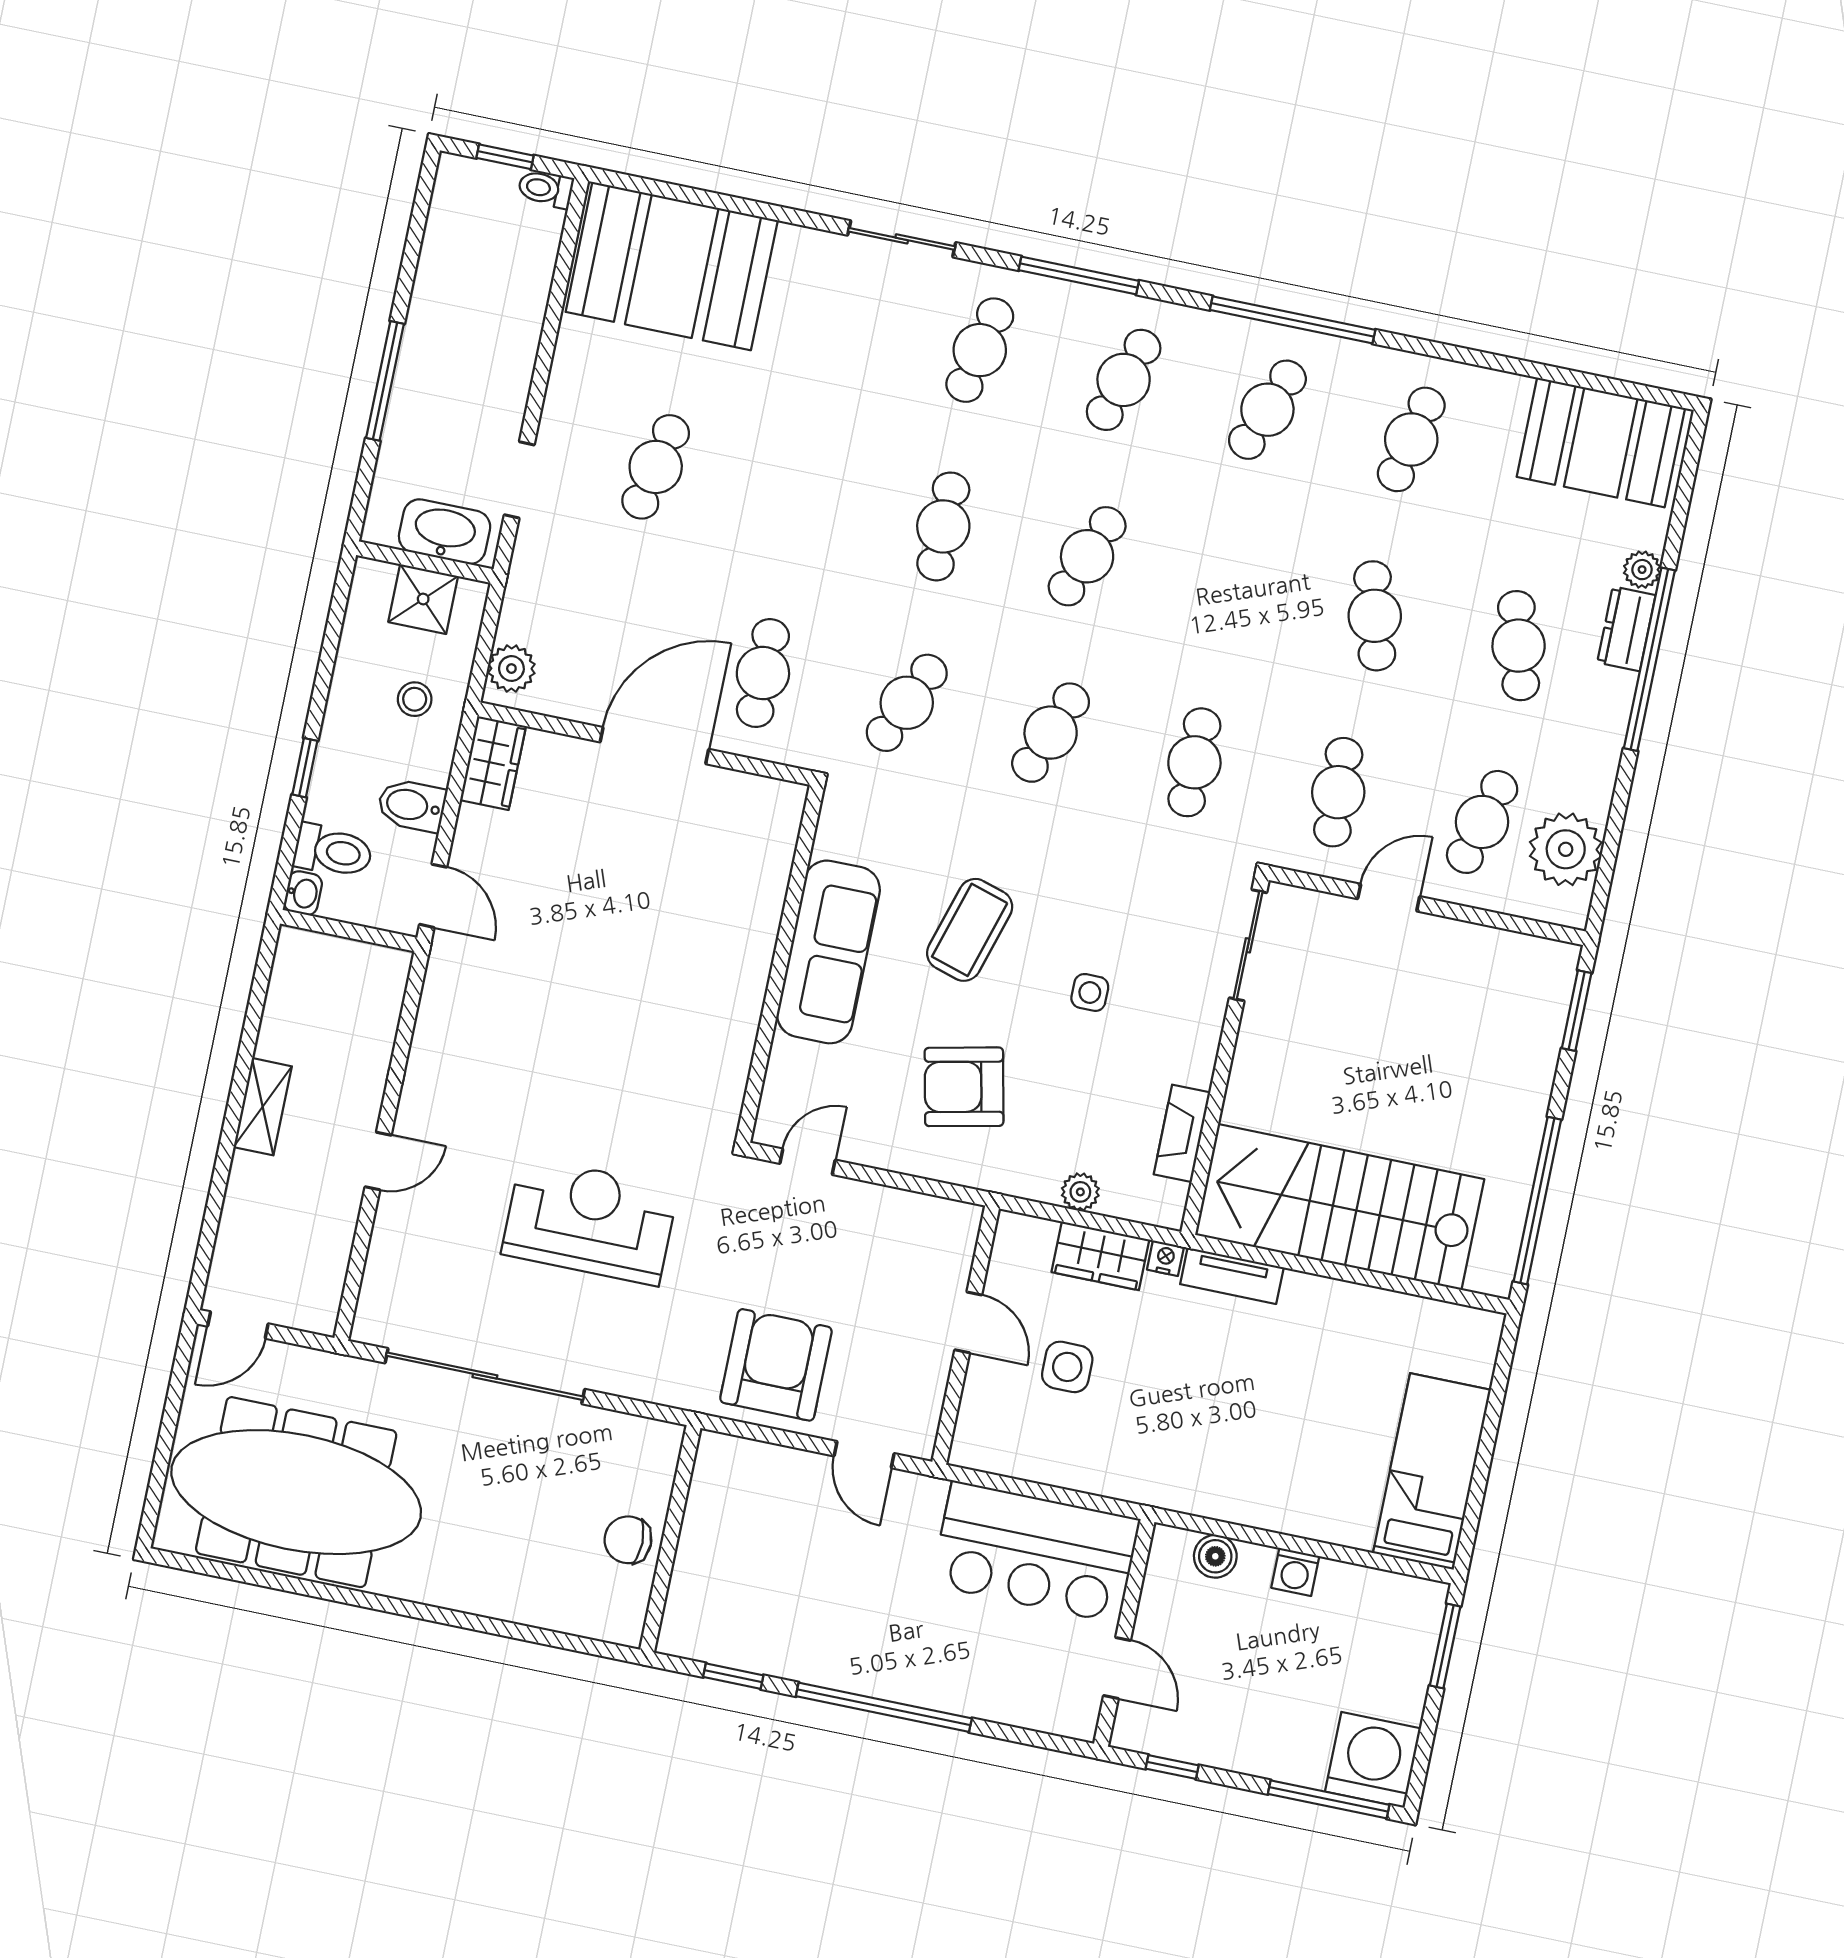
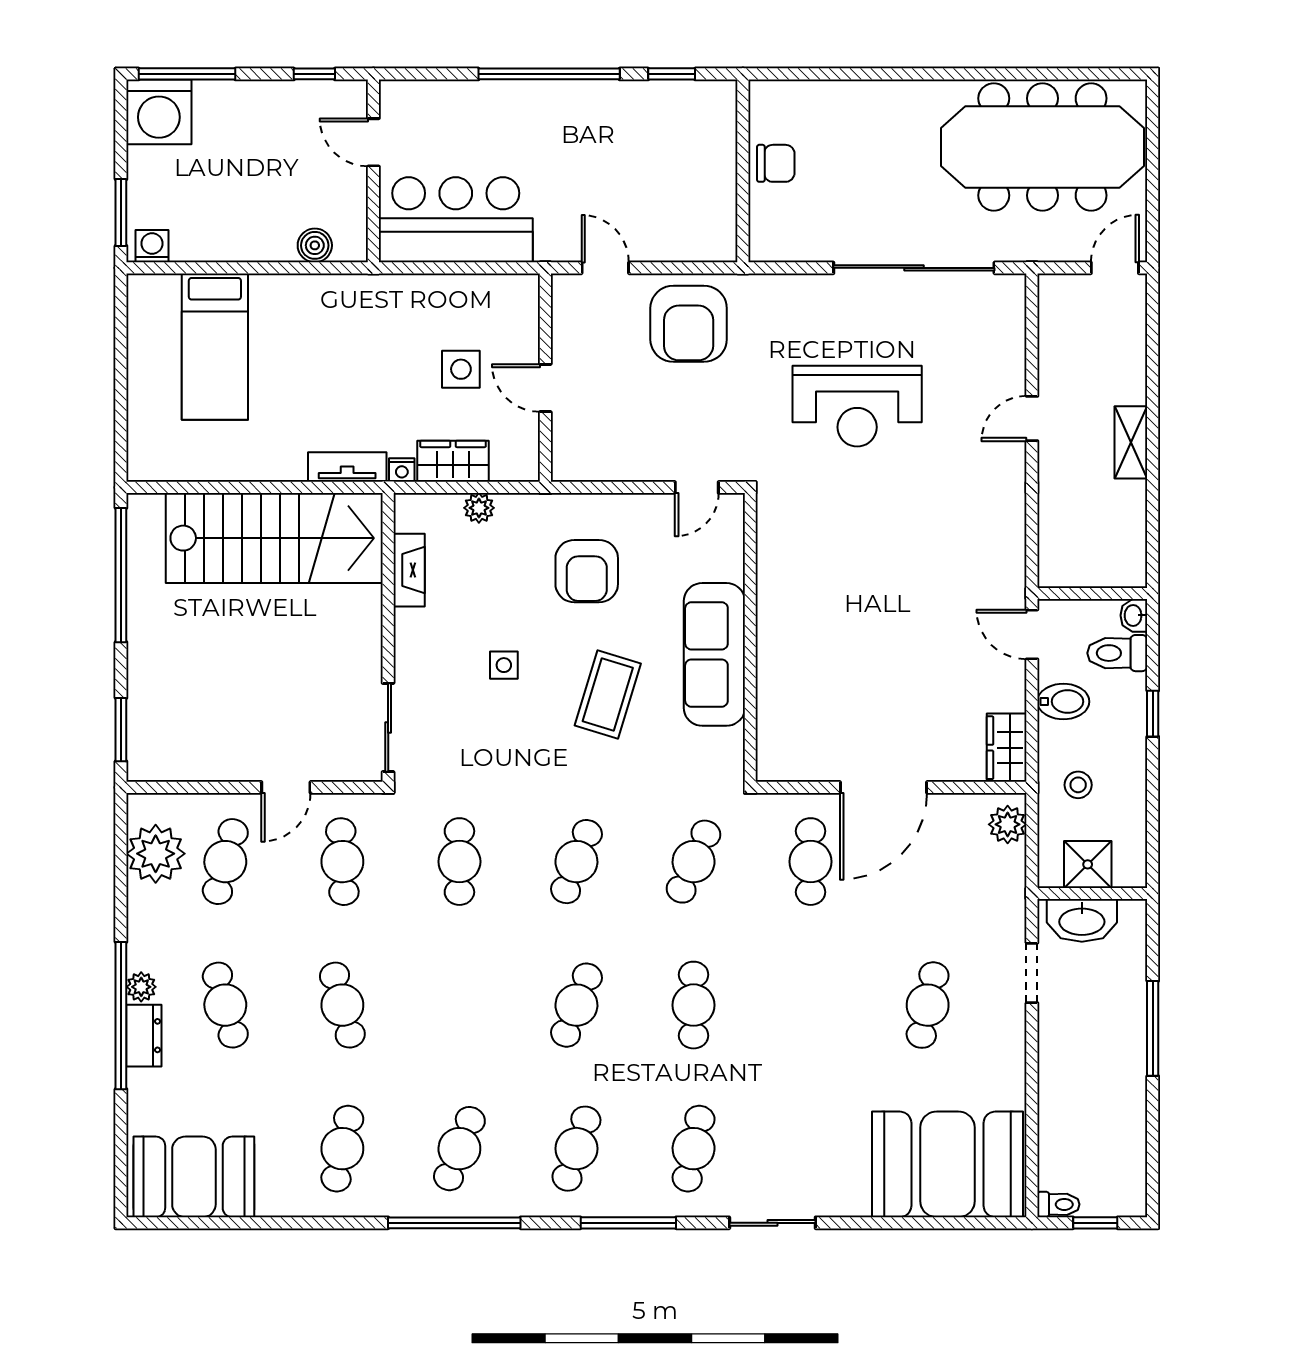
plant: (1642, 570) -> (141, 987), moved
armchair: (964, 1087) -> (587, 571), turned 102
bed: (1432, 1471) -> (215, 347), moved
washing machine: (1295, 1572) -> (152, 246), moved

